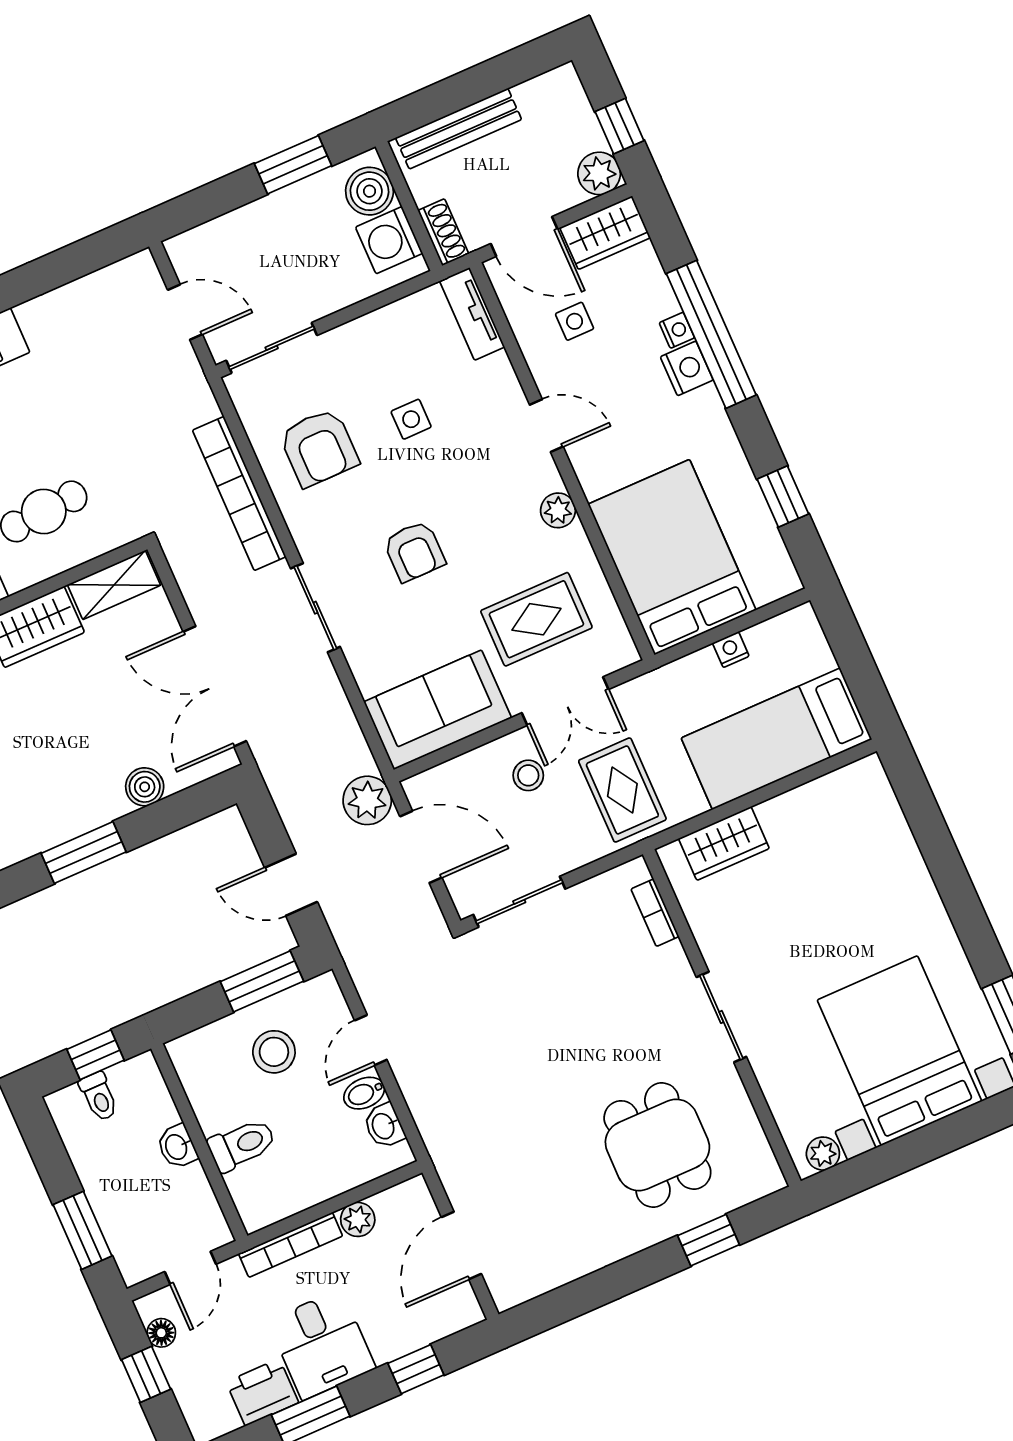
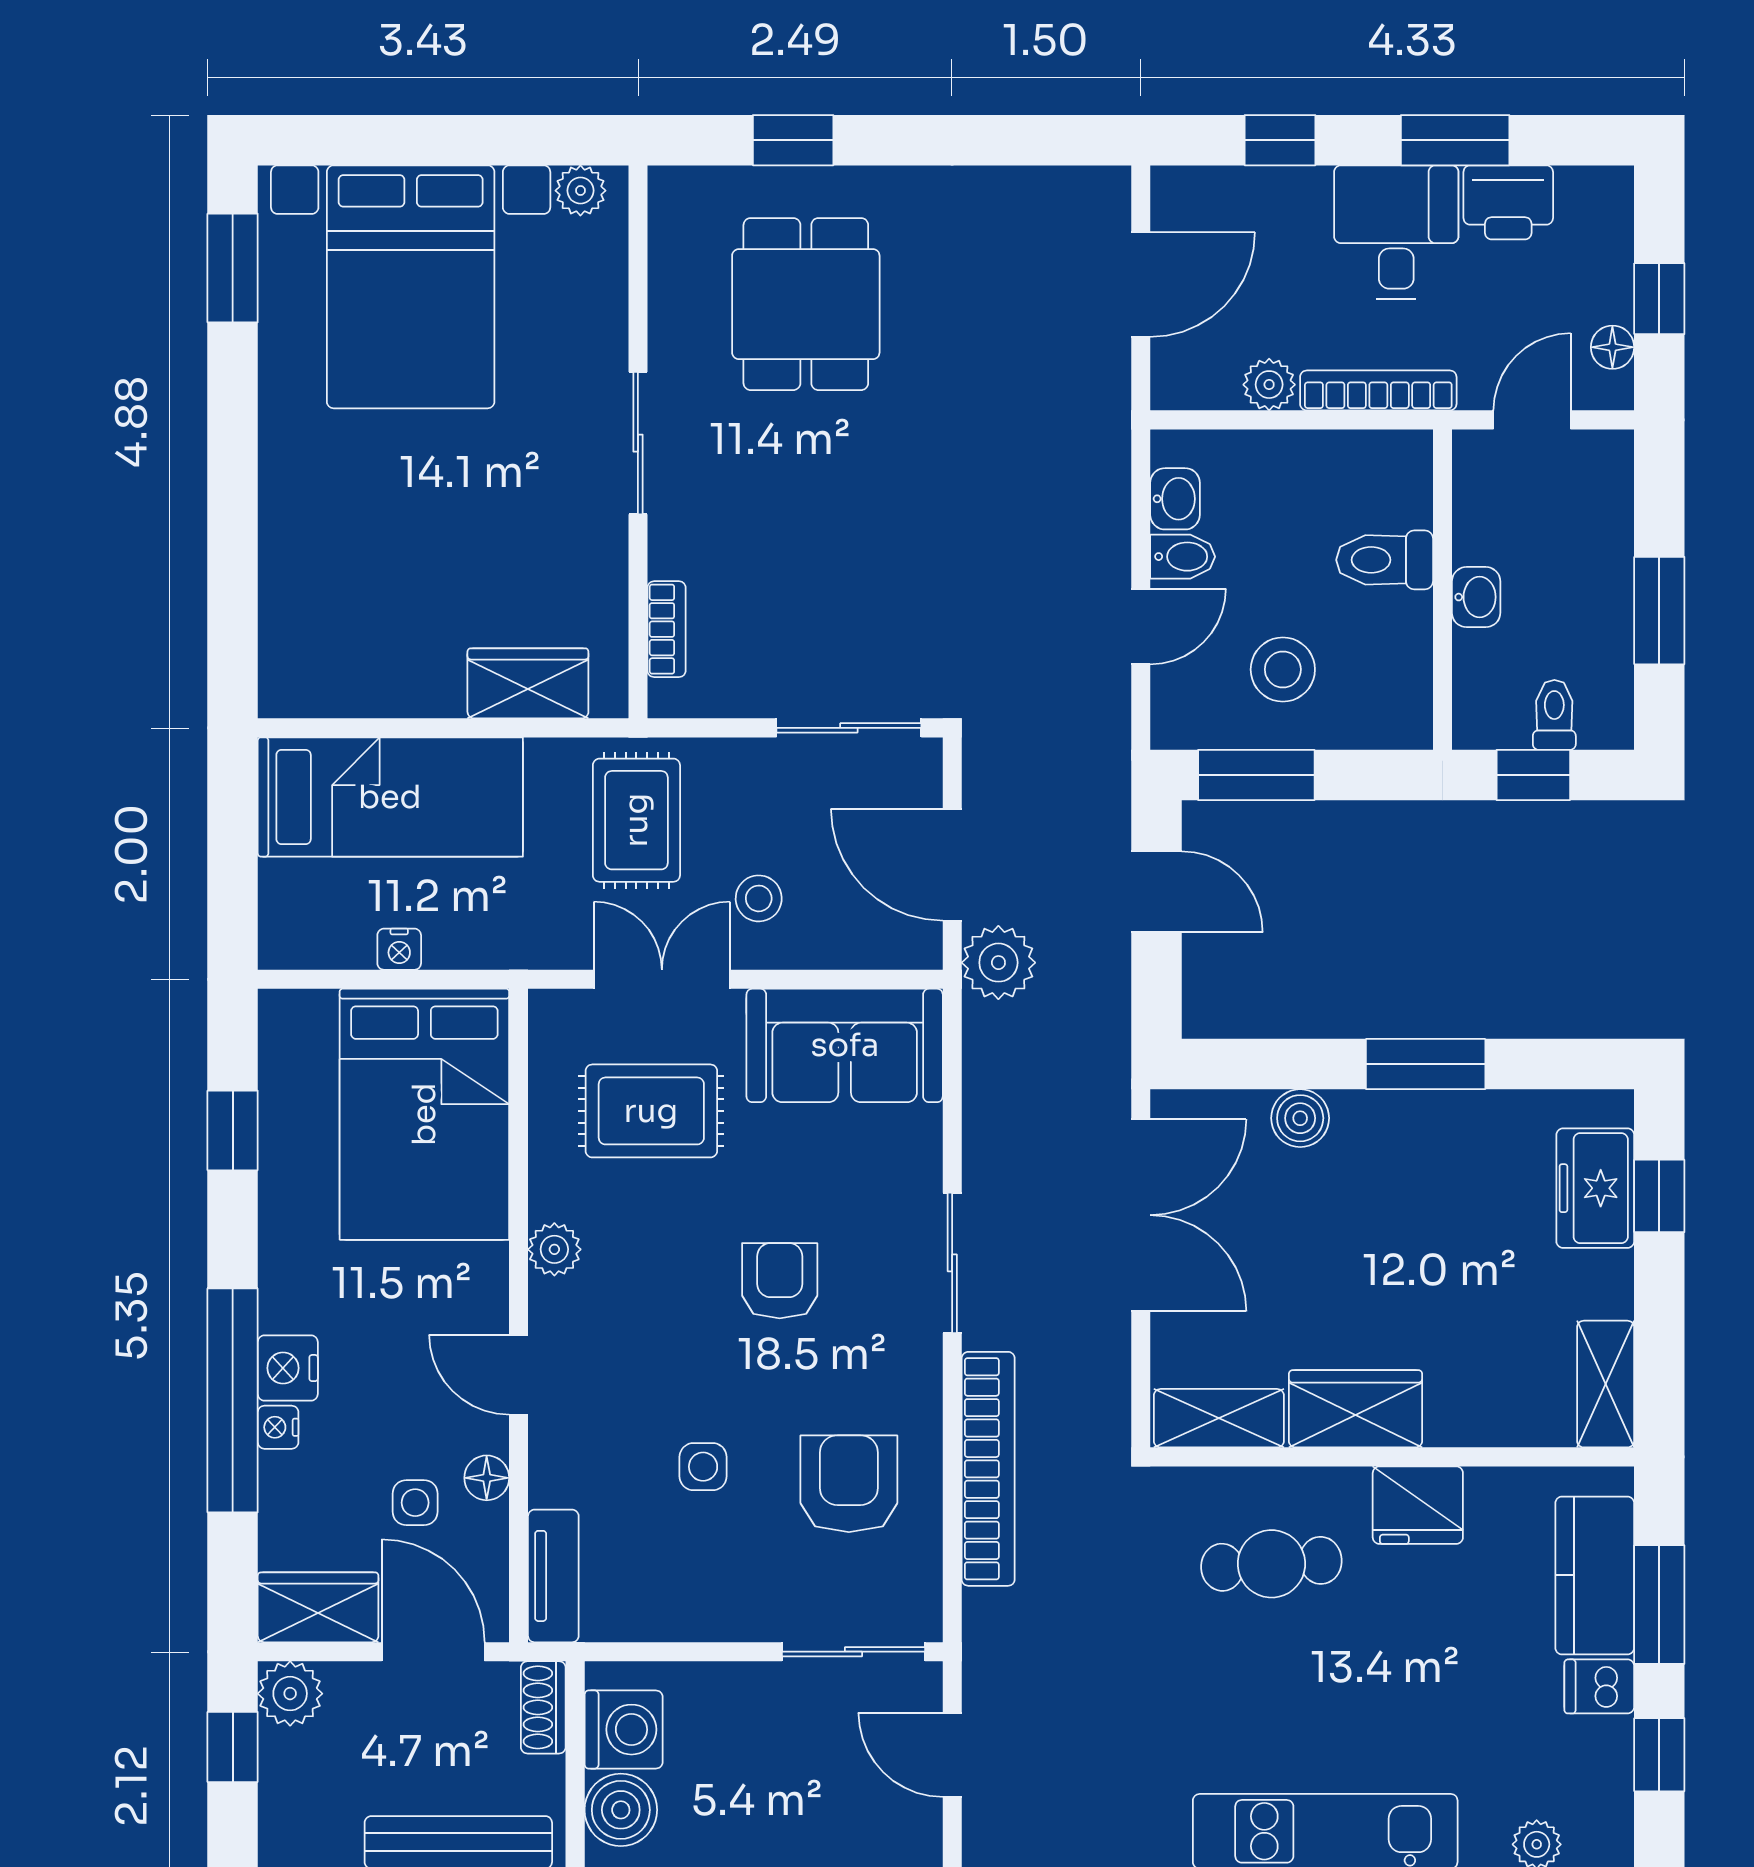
floor lamp: (538, 355) -> (487, 1478), added
window: (82, 1230) -> (1659, 611), moved

